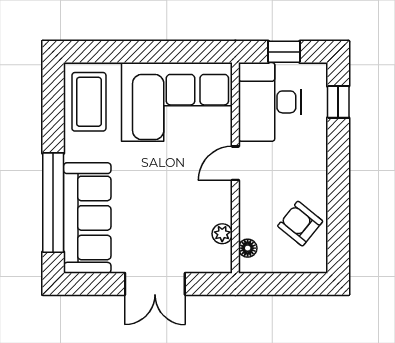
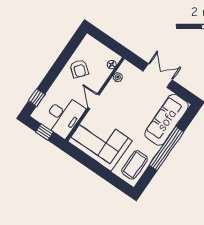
door: (235, 163) -> (94, 101), swing flipped
window: (53, 203) -> (166, 149), moved
armchair: (300, 224) -> (79, 69), moved

